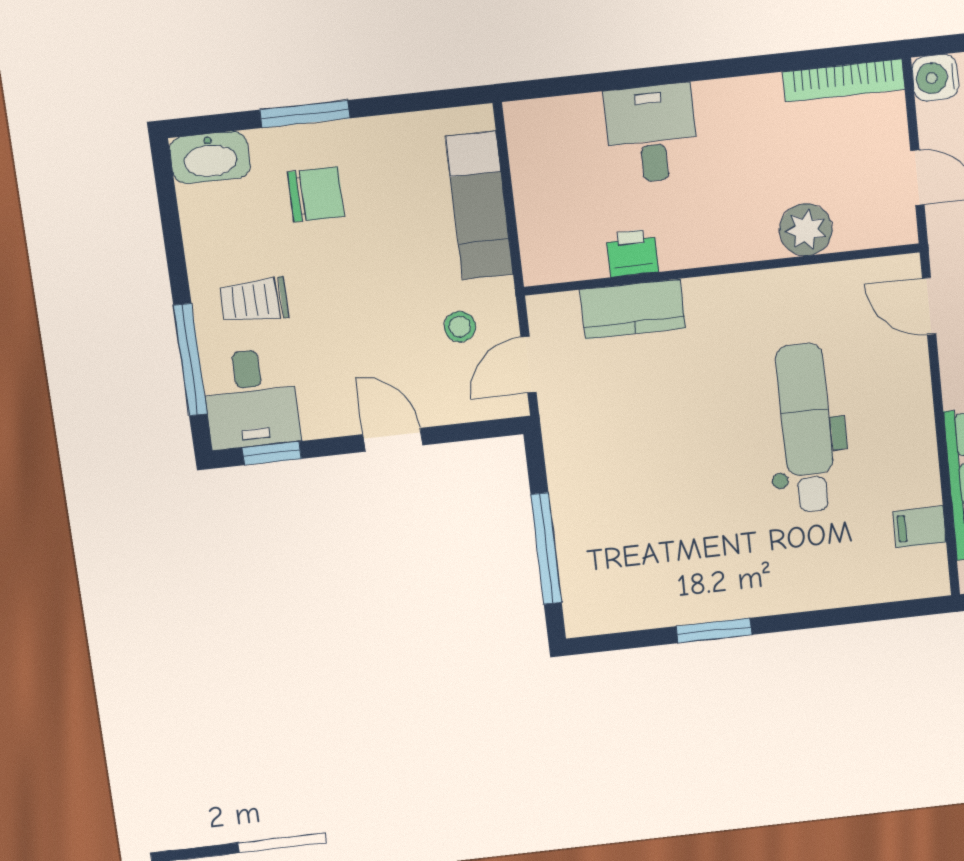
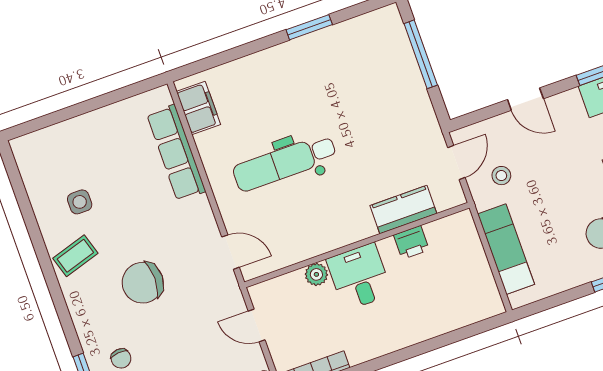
desk: (652, 134) -> (359, 277), moved, turned 180
plant: (806, 230) -> (316, 274), width x0.73, depth x0.73
dental chair: (806, 428) -> (285, 163), turned 90
filing cabinet: (920, 527) -> (198, 108), width x2.00

